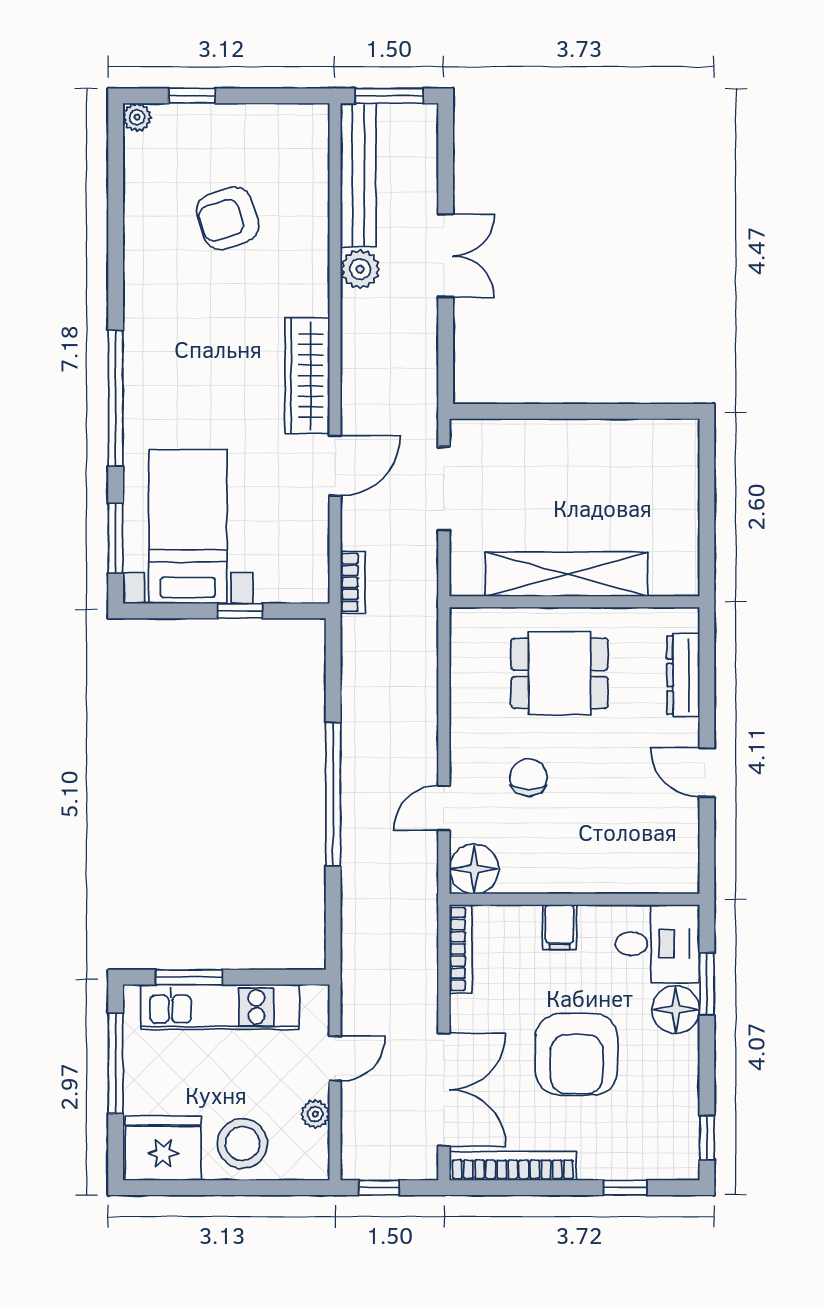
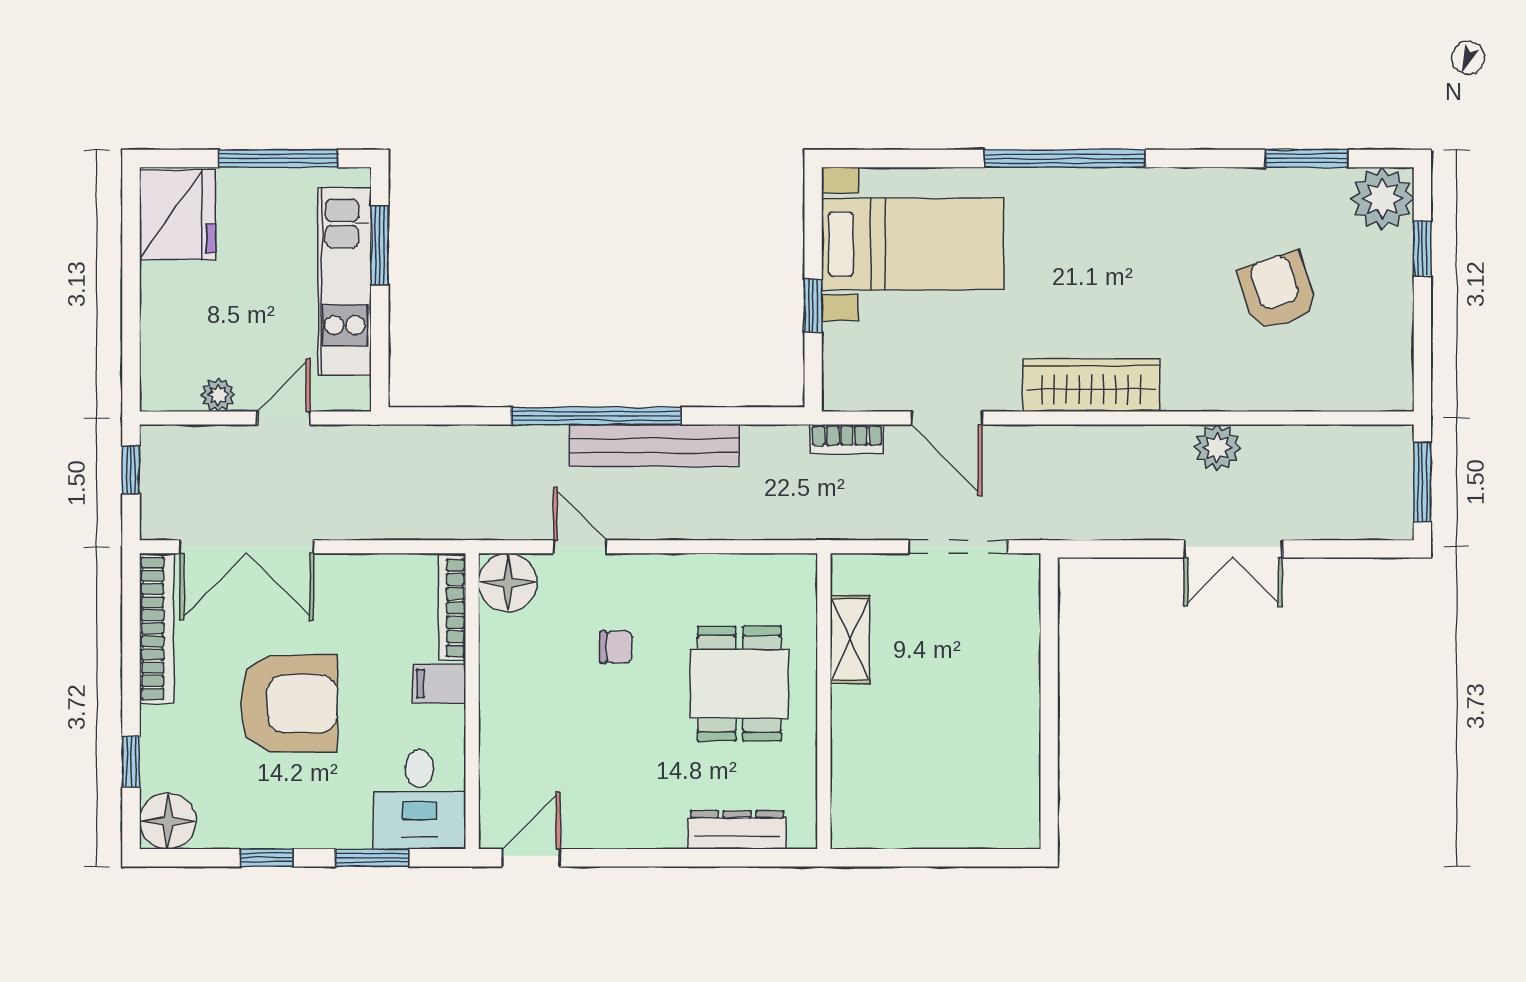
plant: (137, 117) -> (1382, 199), width x1.88, depth x1.88
bench: (358, 175) -> (654, 445), moved
door: (335, 466) -> (946, 418), moved
window: (116, 538) -> (1306, 158), moved
shelving: (566, 574) -> (850, 639), width x0.45, depth x0.75
door: (707, 772) -> (531, 858), moved
chair: (529, 778) -> (616, 647), width x0.73, depth x0.73
bookcase: (461, 949) -> (452, 608), moved, turned 90
floor lamp: (676, 1010) -> (168, 821), moved
armchair: (577, 1054) -> (289, 704), turned 180
door: (335, 1058) -> (284, 418), swing flipped
window: (707, 1138) -> (266, 858), moved
stool: (242, 1144) -> (183, 309), removed

